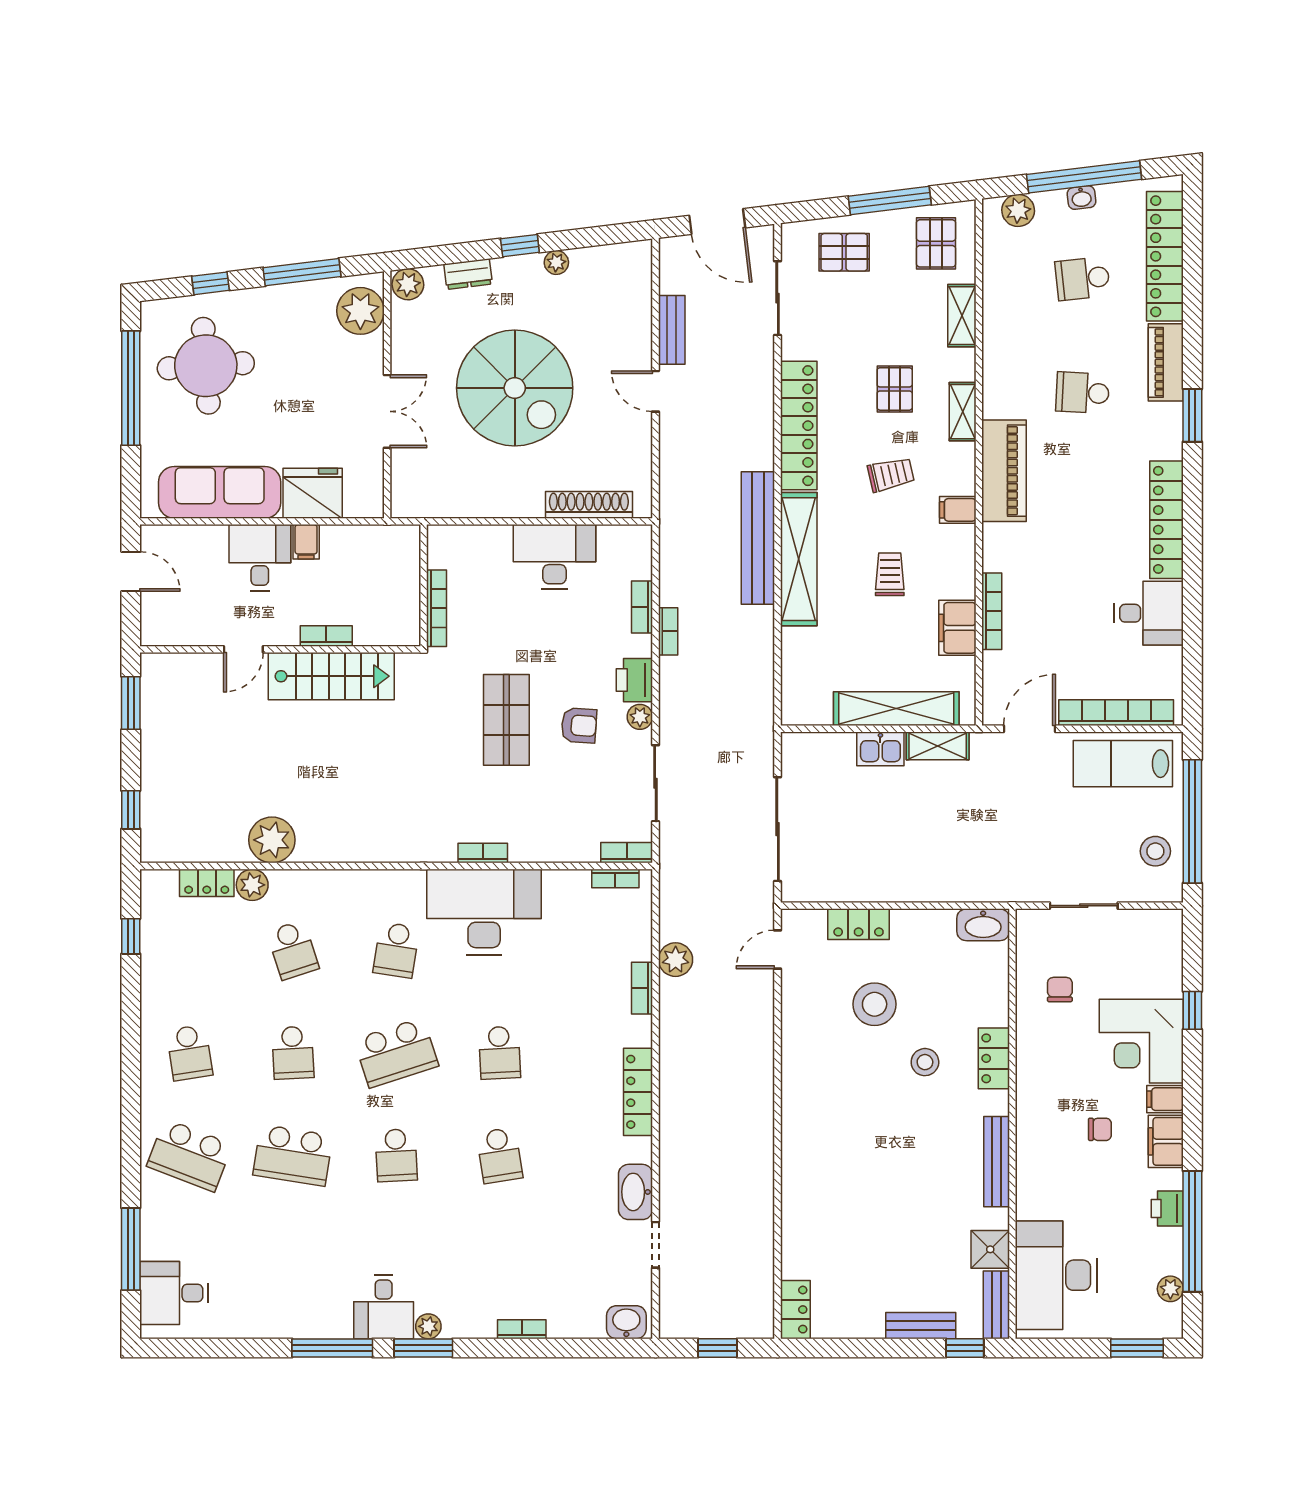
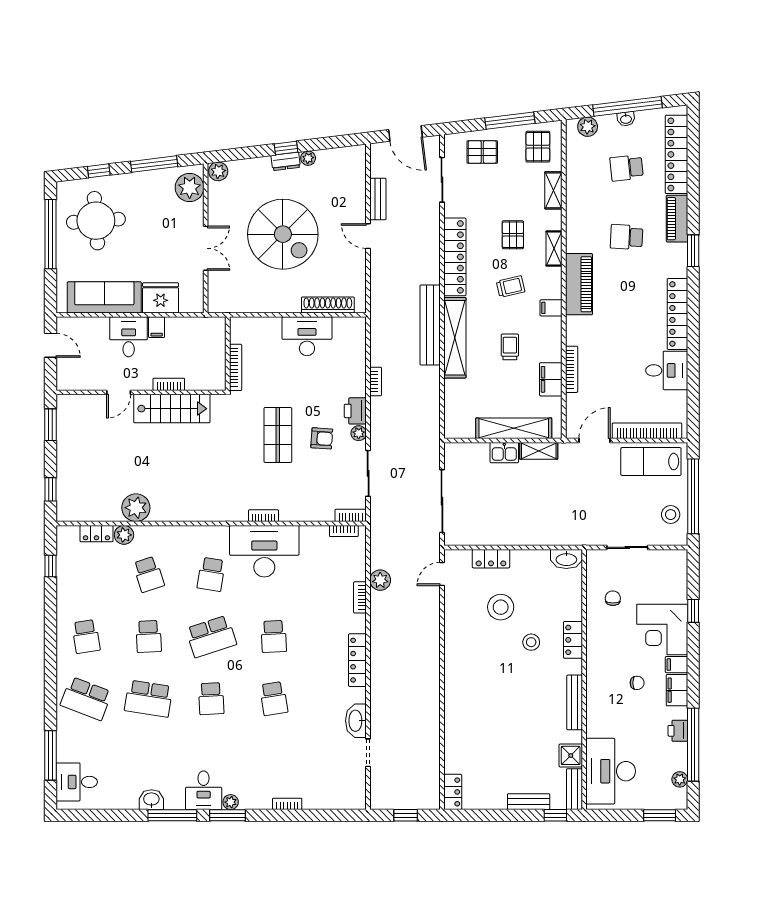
dresser: (468, 274) -> (286, 161), moved
bookcase: (642, 607) -> (360, 367), removed
washbasin: (626, 1322) -> (151, 800), moved

